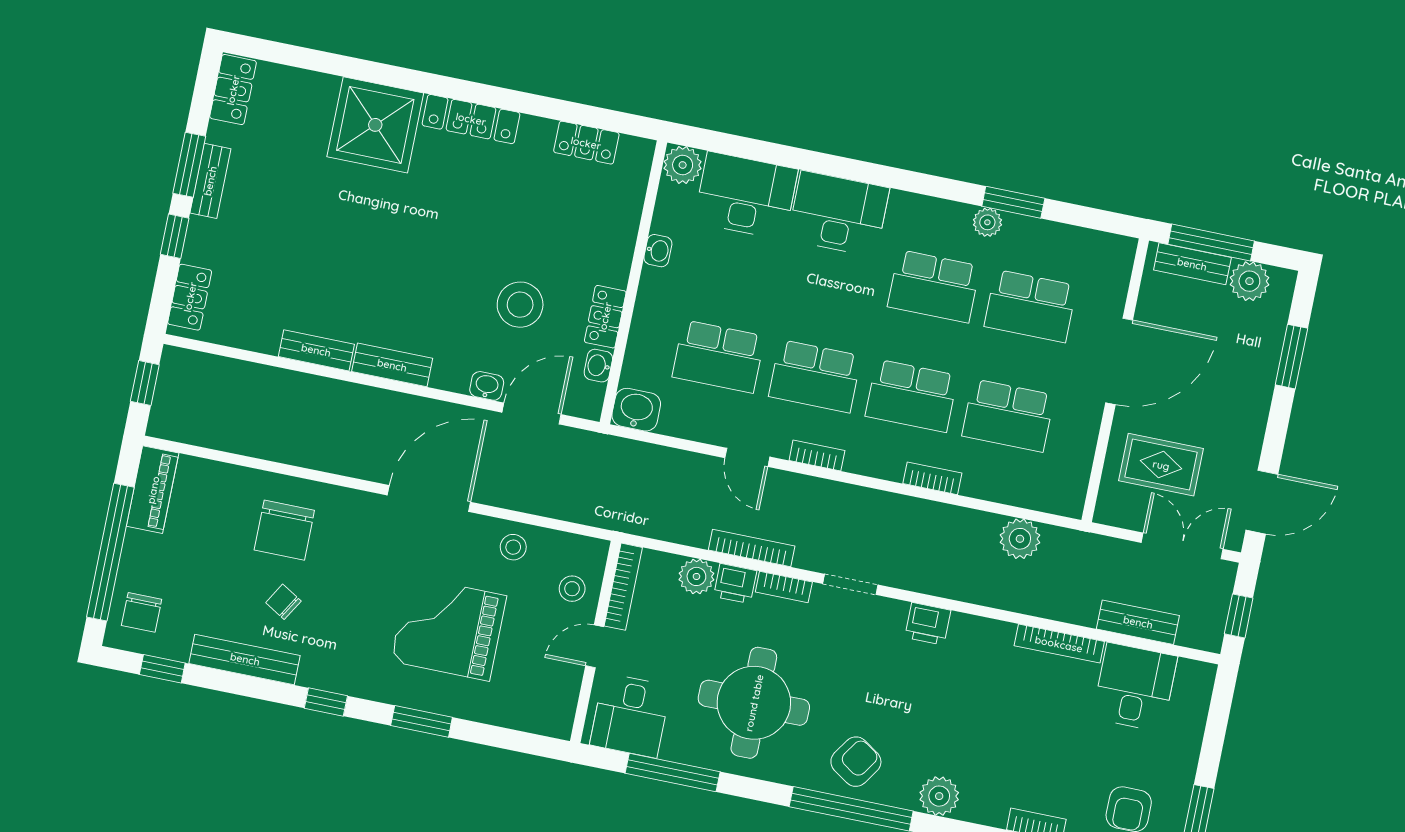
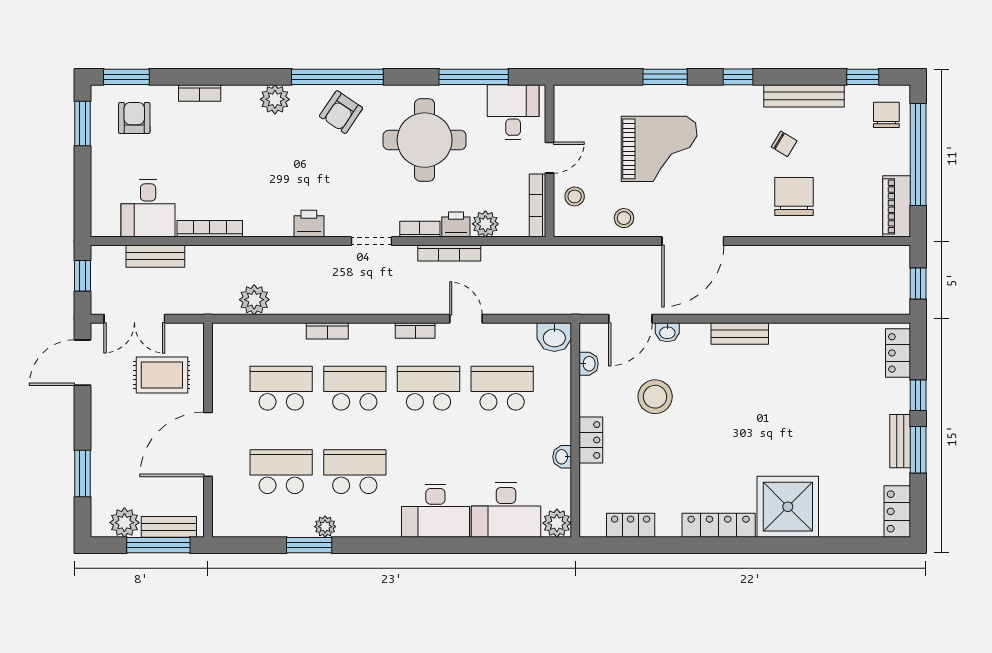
locker: (605, 317) -> (591, 440), moved
bench: (316, 350) -> (797, 333), removed

